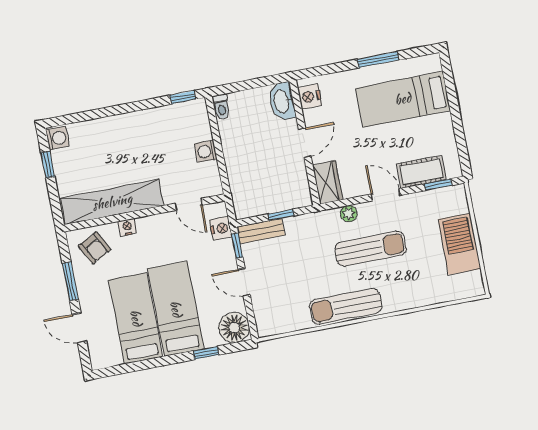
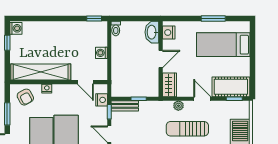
cot: (421, 172) -> (231, 87), width x1.37, depth x1.34
sun lounger: (371, 249) -> (187, 129), turned 180

